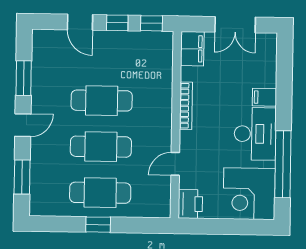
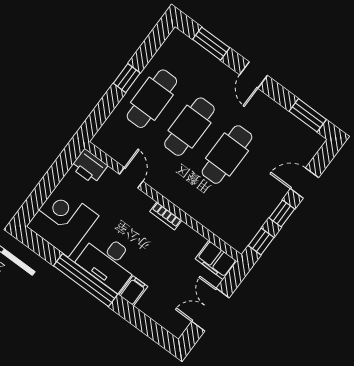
window: (24, 78) -> (308, 115), moved
bookcase: (186, 106) -> (166, 216), width x0.64
window: (283, 164) -> (86, 280), moved

